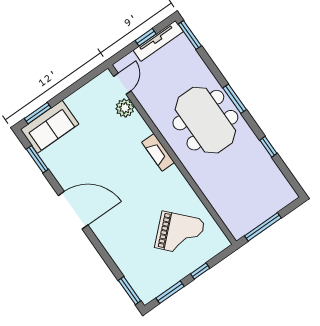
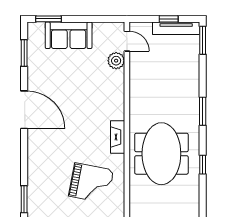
door: (122, 84) -> (127, 41), hinge flipped
meeting table: (205, 120) -> (161, 154), moved
sofa: (50, 127) -> (69, 35), moved
fireplace: (158, 152) -> (118, 137), moved
grand piano: (180, 234) -> (91, 183), turned -36

